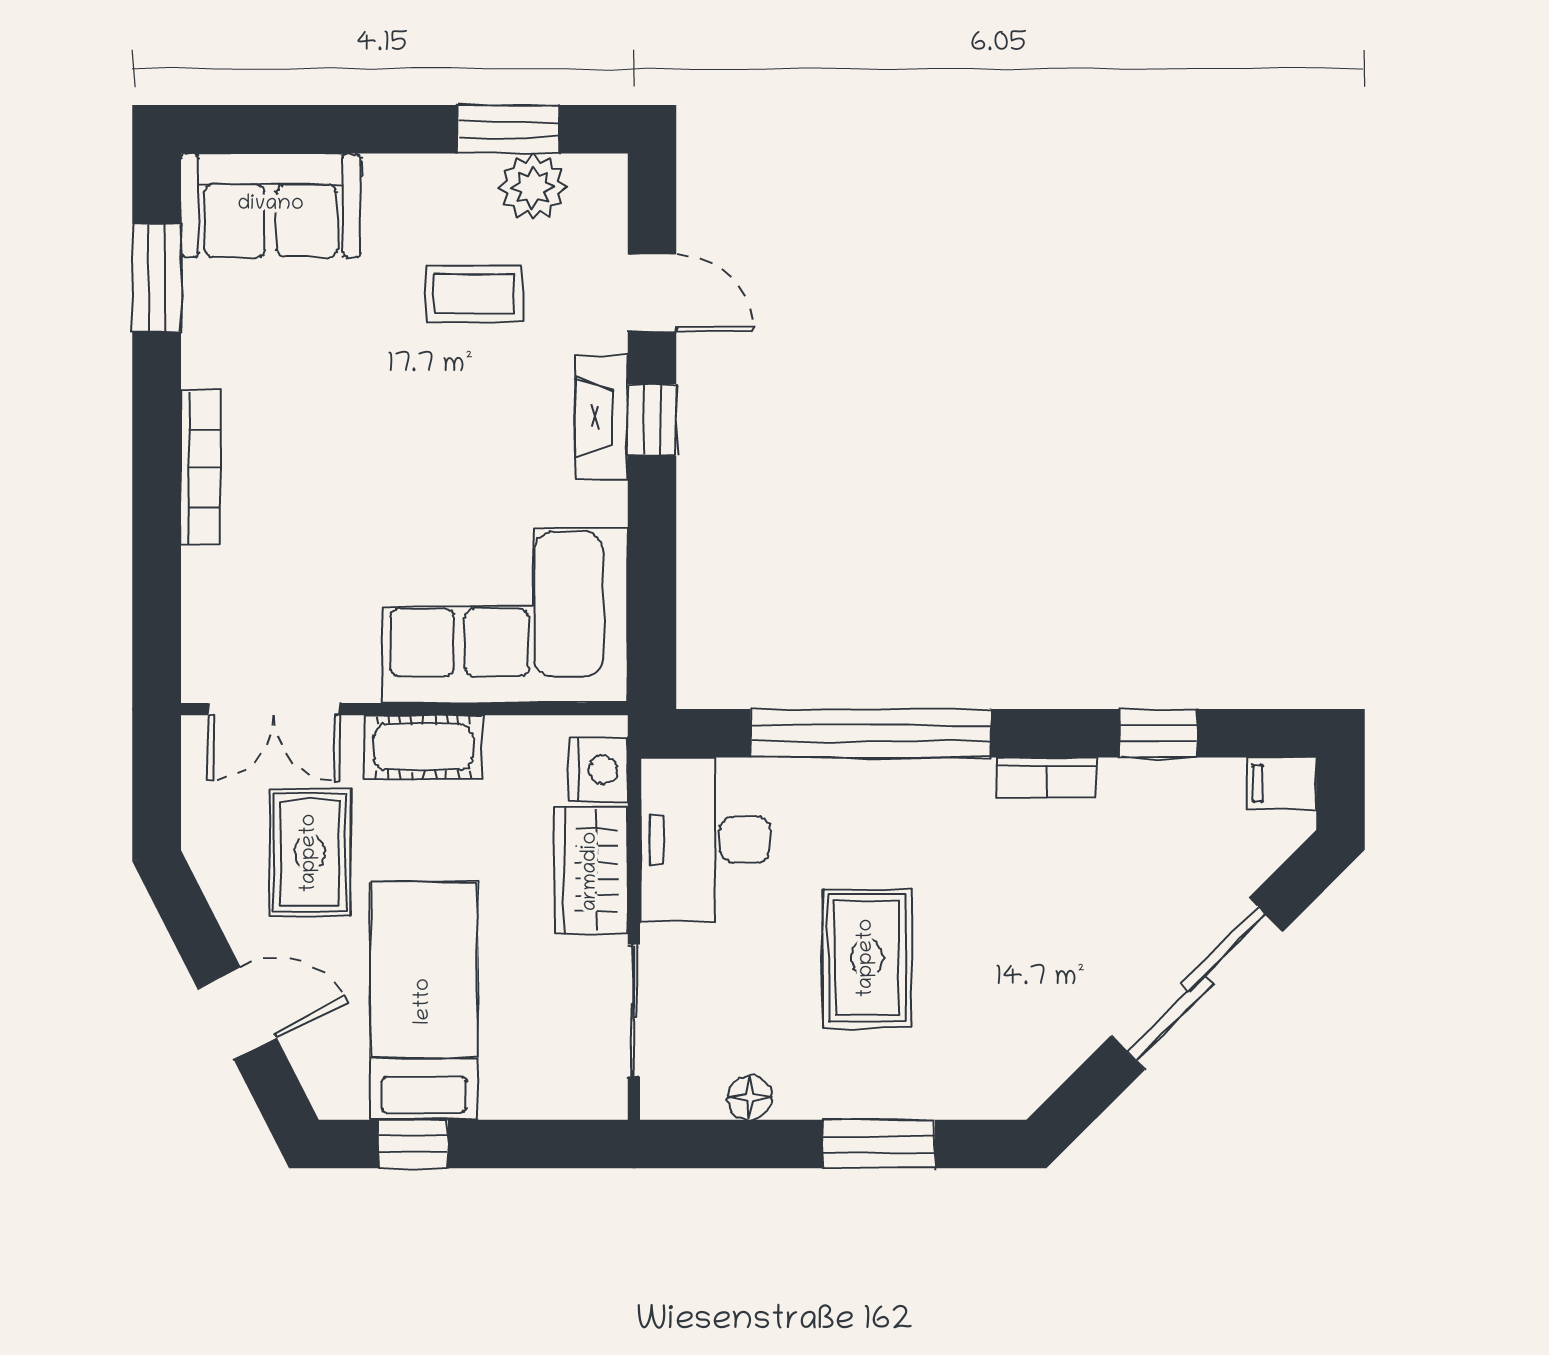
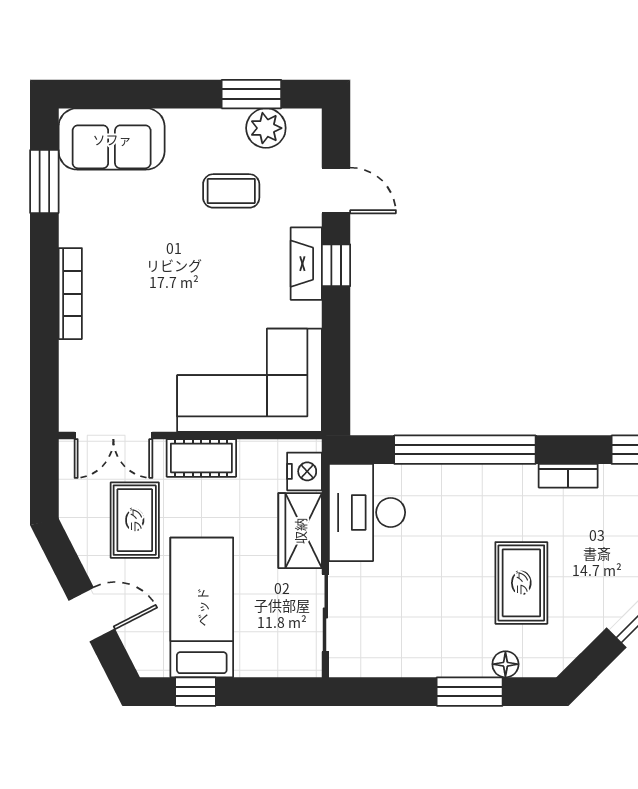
rug: (867, 958) -> (521, 583), moved
floor lamp: (750, 1098) -> (505, 664), moved

